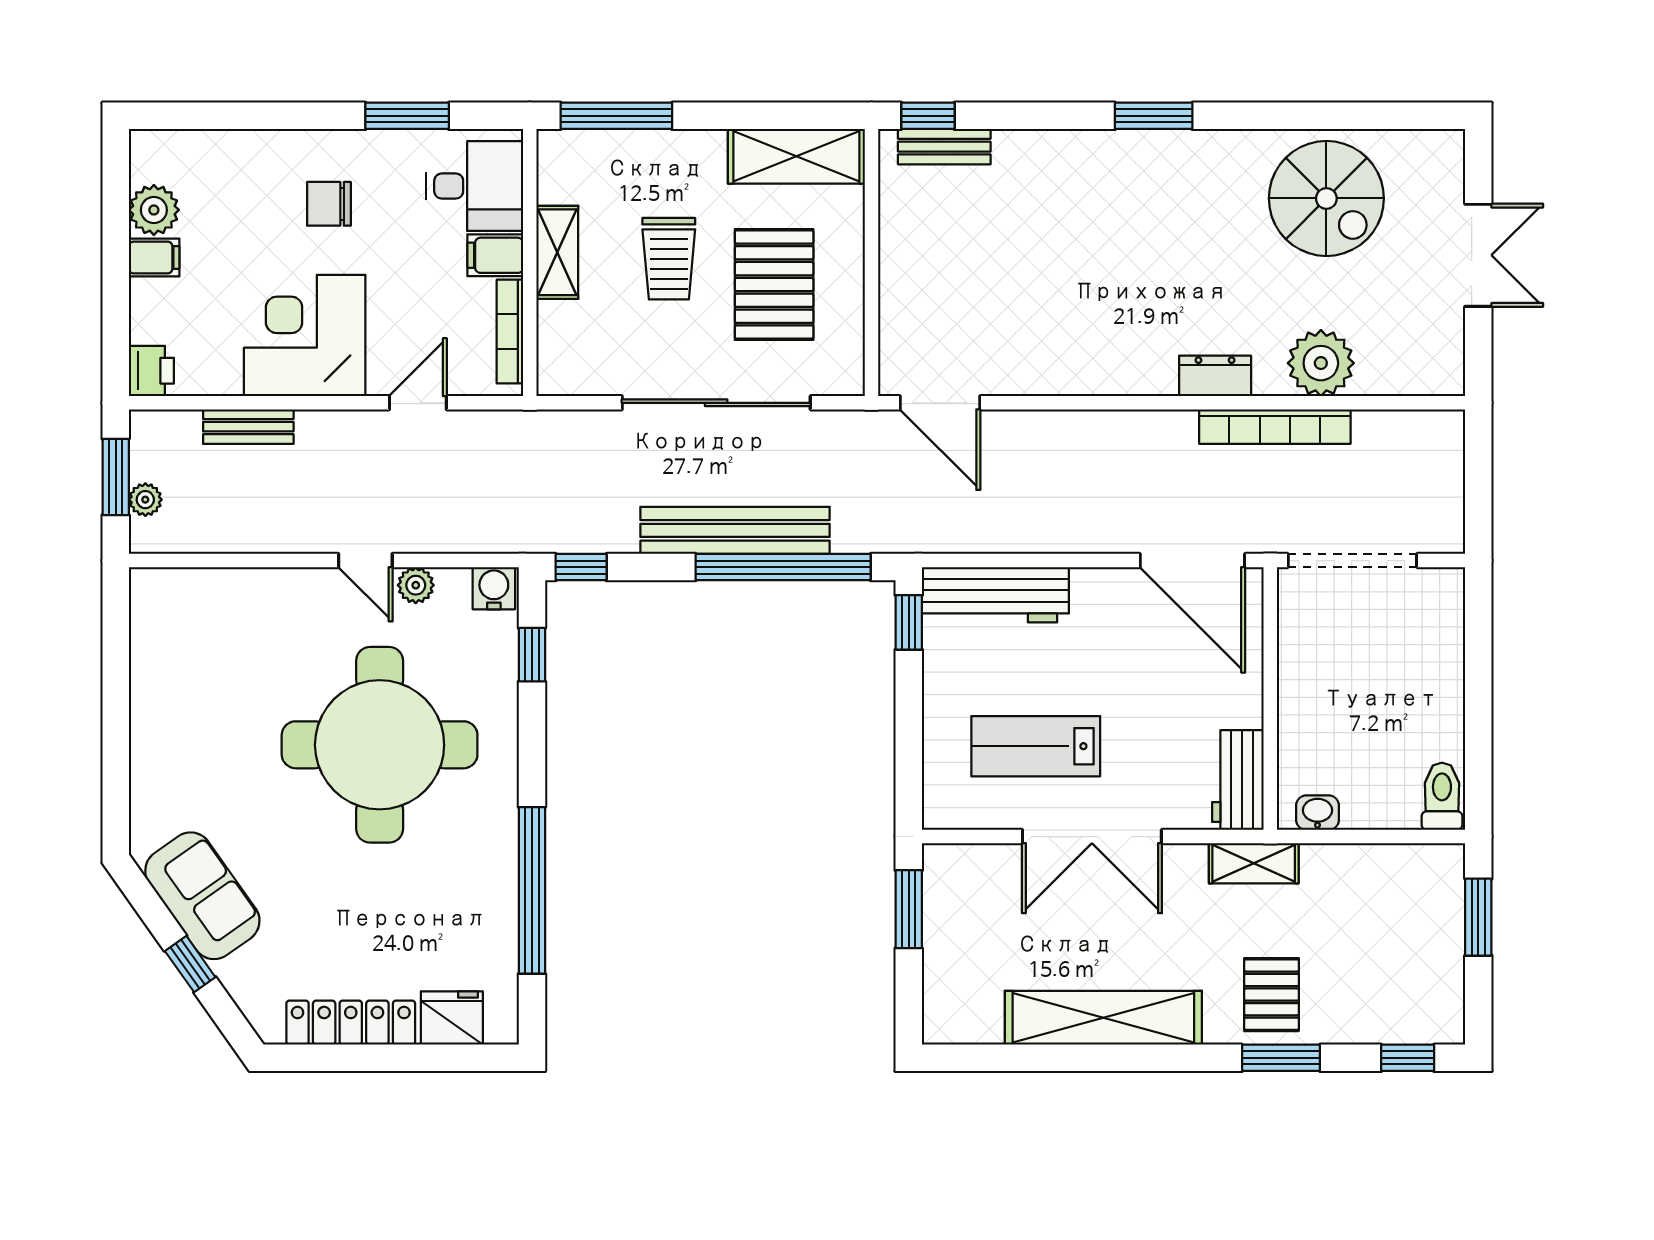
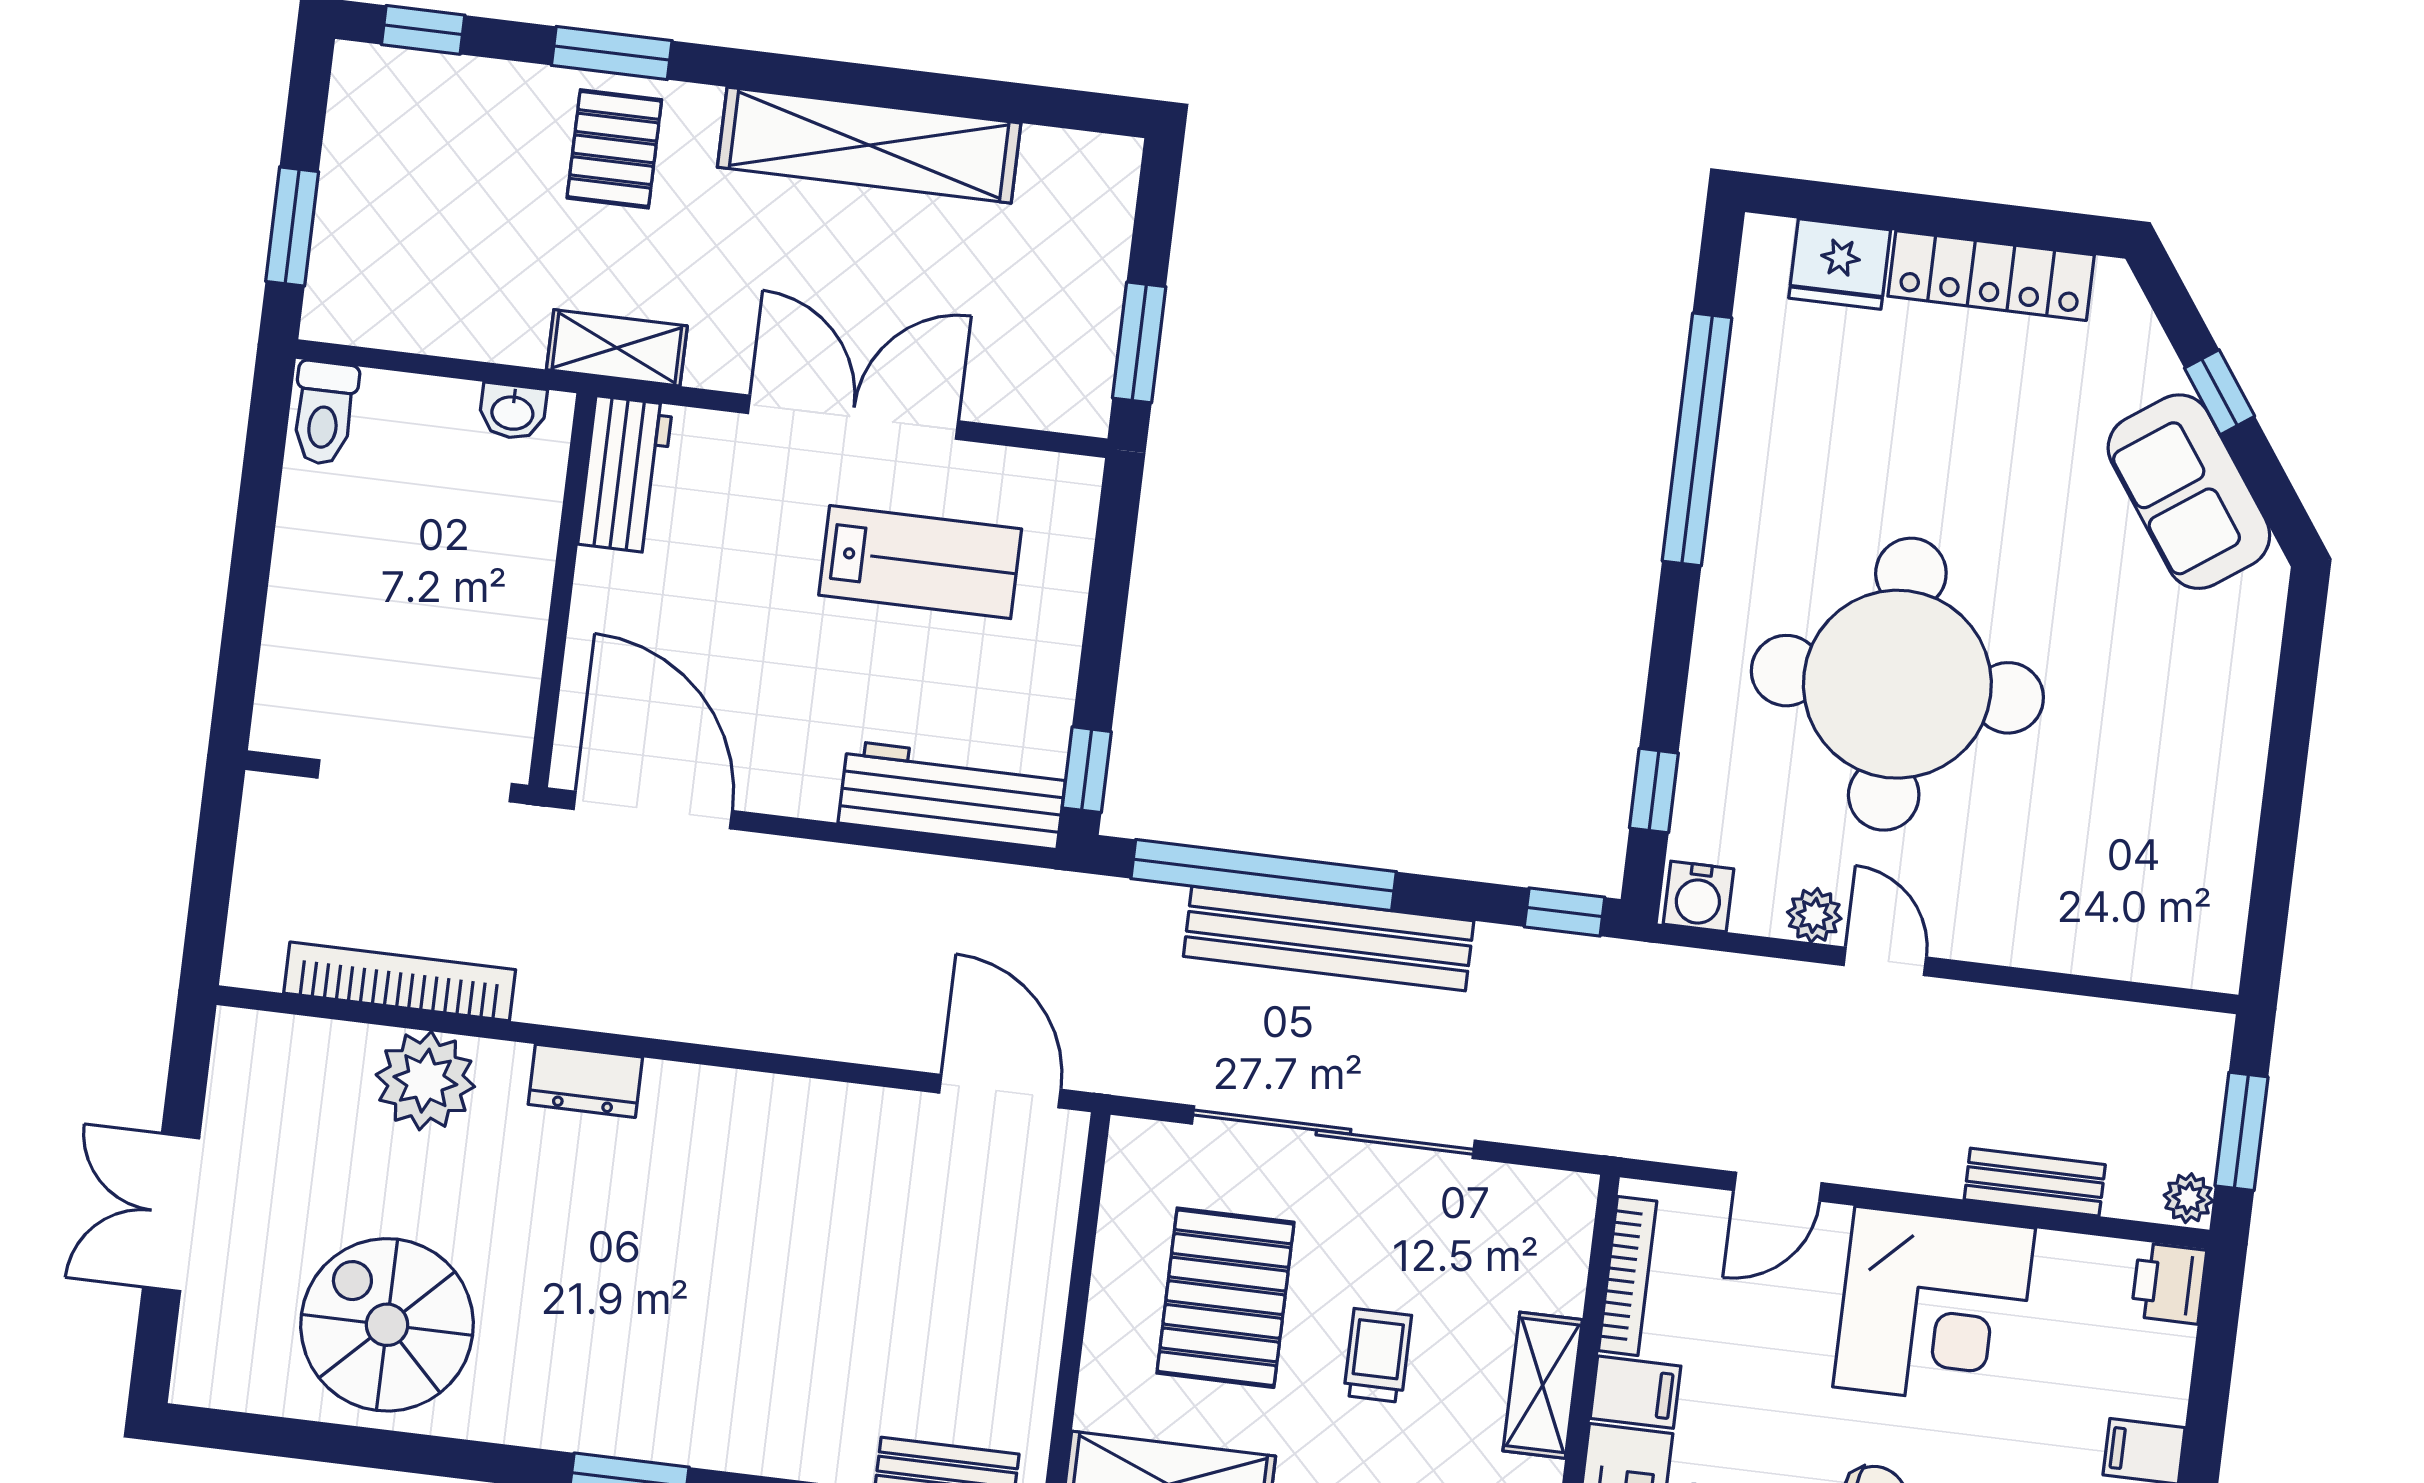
trolley: (669, 259) -> (1378, 1355), width x0.73, depth x0.72
bookcase: (1275, 427) -> (400, 981), moved
plant: (145, 500) -> (2188, 1198), moved

